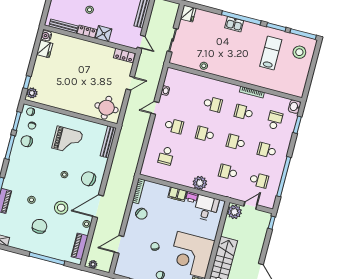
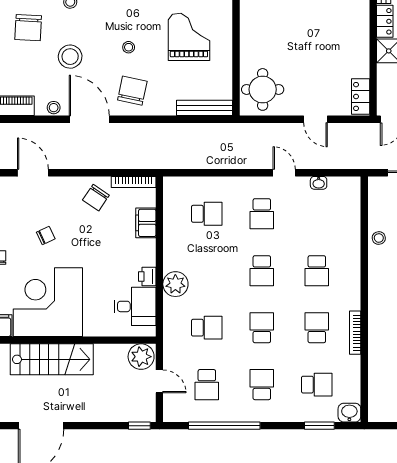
school desk: (205, 134) -> (262, 271), turned 180
grand piano: (67, 140) -> (189, 37), turned 180
school desk: (166, 156) -> (207, 214), turned 180
school desk: (228, 172) -> (207, 328), turned 90
filing cabinet: (177, 194) -> (146, 223), moved
chair: (39, 226) -> (28, 28), turned 93

